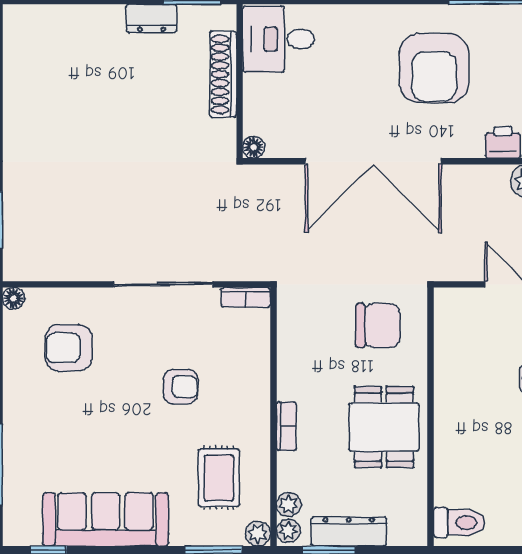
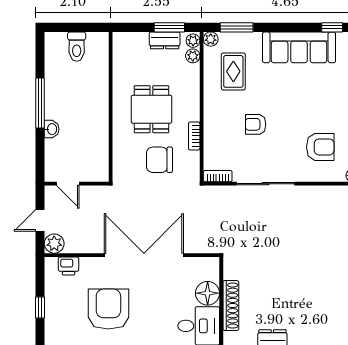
floor lamp: (254, 147) -> (208, 293), moved, width x1.89, depth x1.89
chair: (378, 326) -> (159, 160), moved
bookcase: (286, 426) -> (194, 136), moved
dining table: (384, 427) -> (151, 109), moved
toilet: (459, 523) -> (77, 47), moved, turned -90
dresser: (349, 531) -> (165, 40), width x0.70

